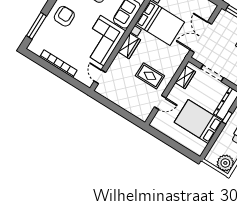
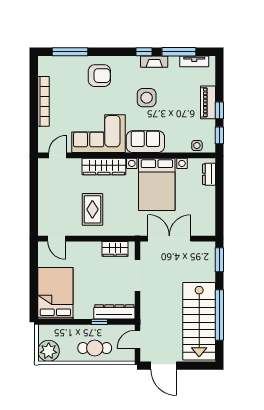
wardrobe: (129, 46) -> (104, 167), width x1.50
door: (160, 102) -> (57, 239), moved
bed: (198, 122) -> (55, 293), moved

